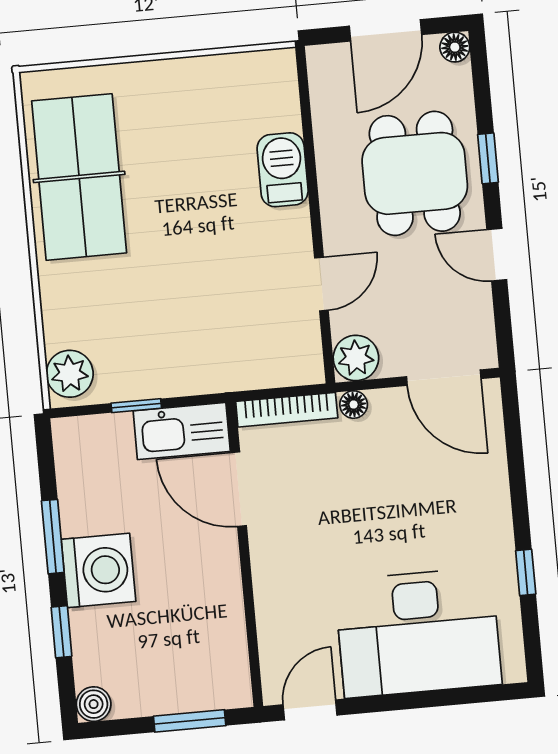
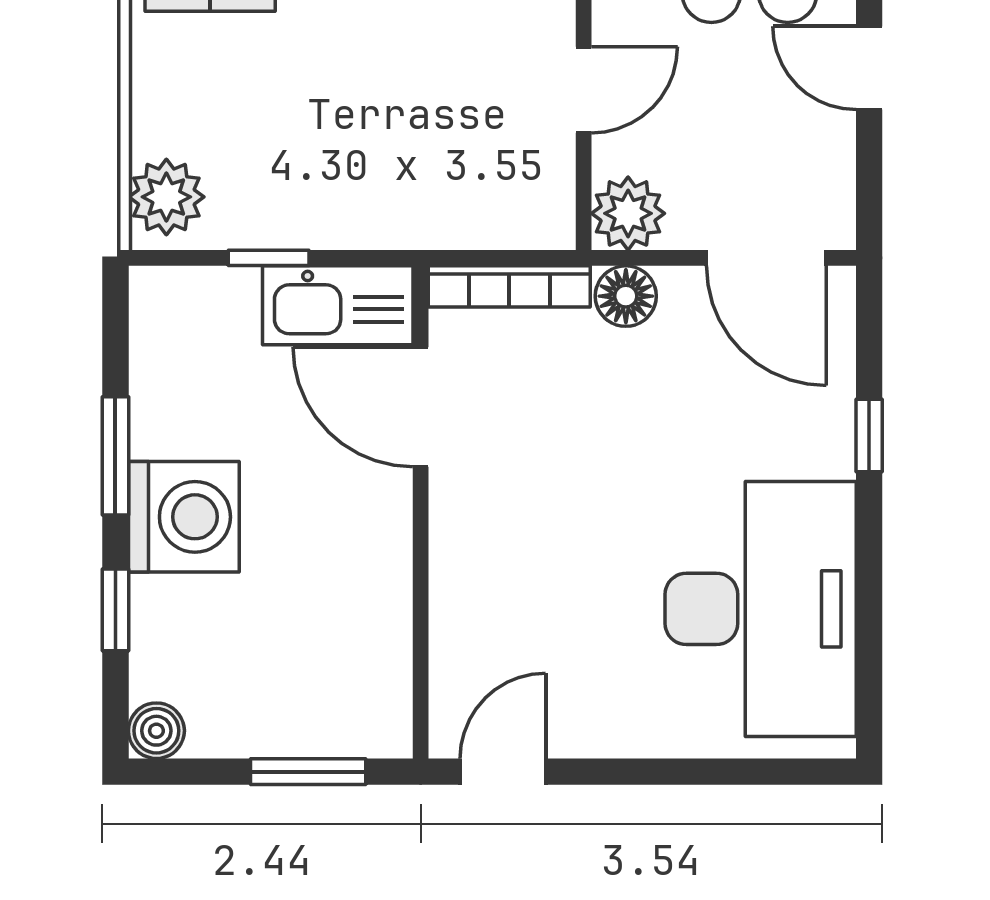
floor lamp: (354, 405) -> (626, 296), width x1.37, depth x1.37
window: (526, 572) -> (869, 436), moved
desk: (418, 632) -> (761, 609), moved, turned -90

